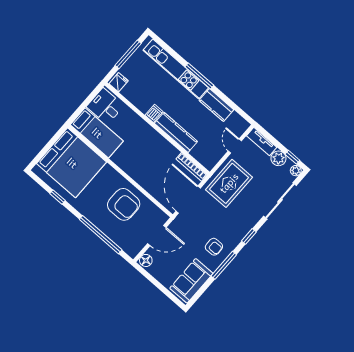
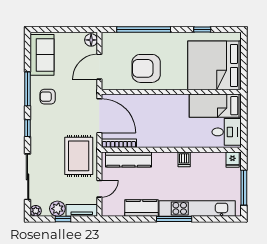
kitchen counter: (176, 132) -> (129, 159), moved
door: (235, 146) -> (99, 189), hinge flipped
window: (292, 157) -> (63, 219), moved

